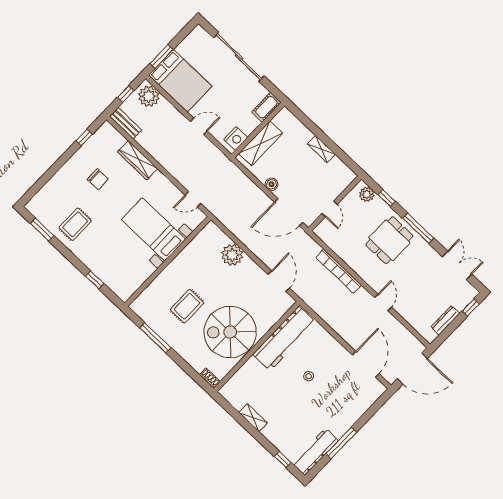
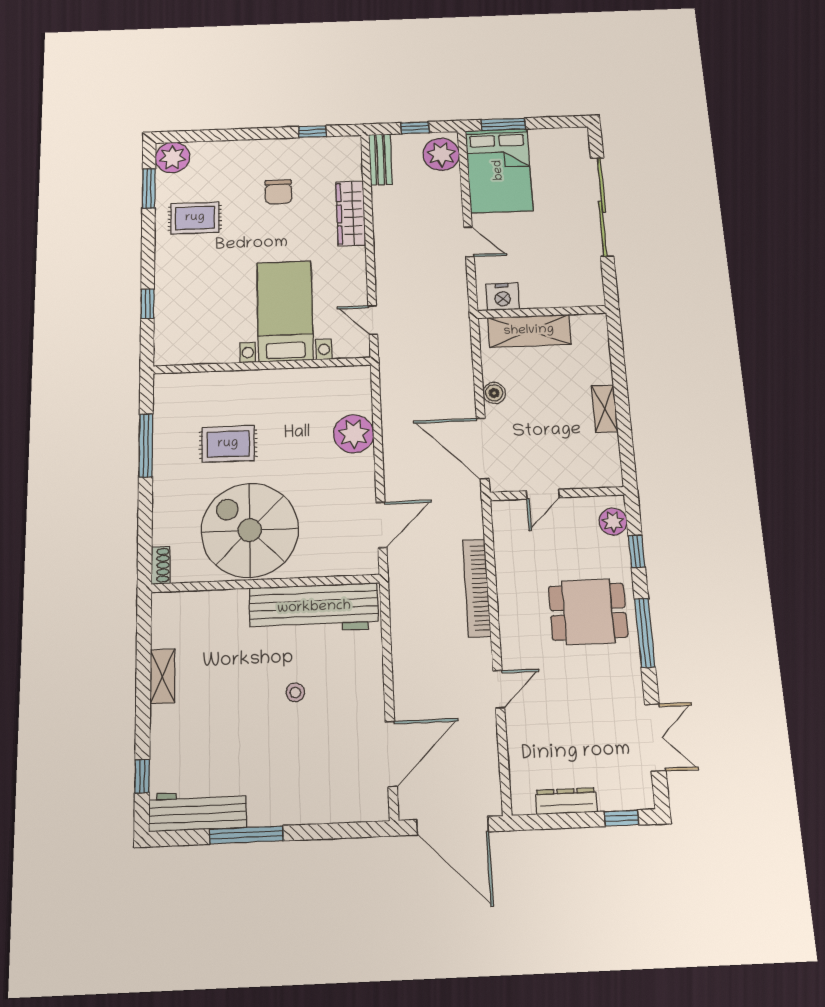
cot: (266, 107) -> (580, 295), removed
plant: (37, 206) -> (172, 157), added

